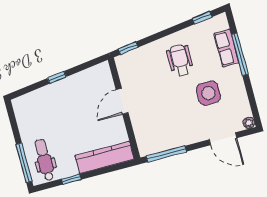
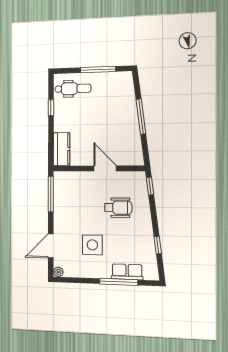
window: (202, 18) -> (158, 245), moved
wheelchair: (180, 60) -> (118, 208), moved
window: (57, 77) -> (141, 117), width x2.17
kitchen counter: (105, 157) -> (62, 149), width x0.67
window: (24, 163) -> (98, 70), moved

